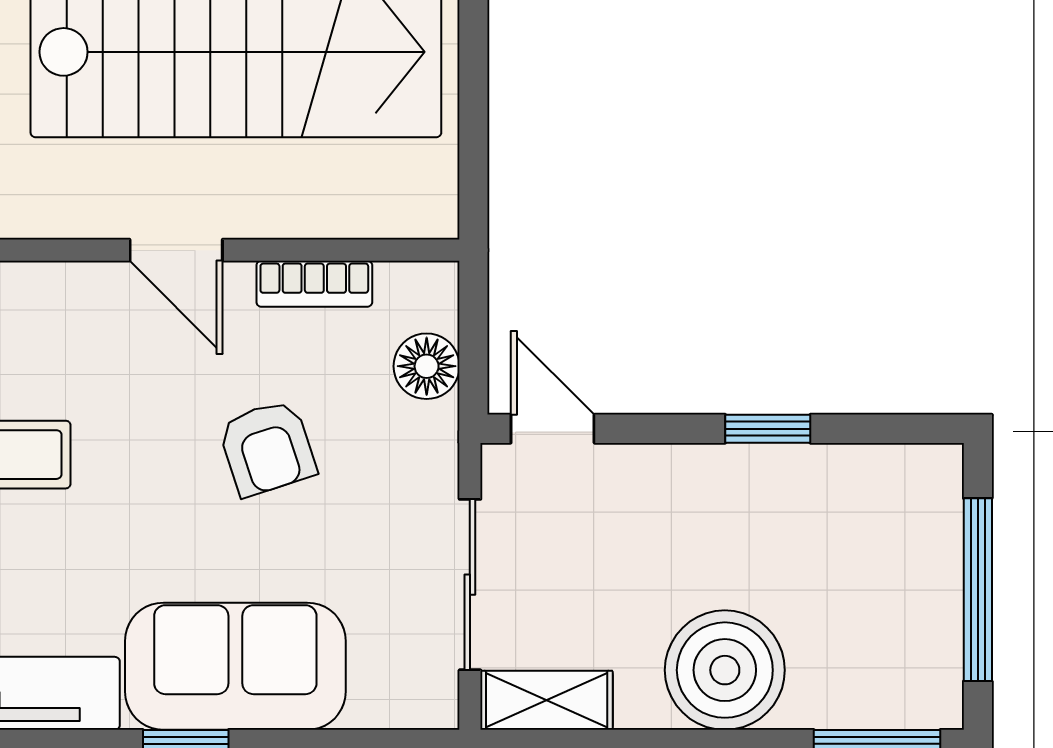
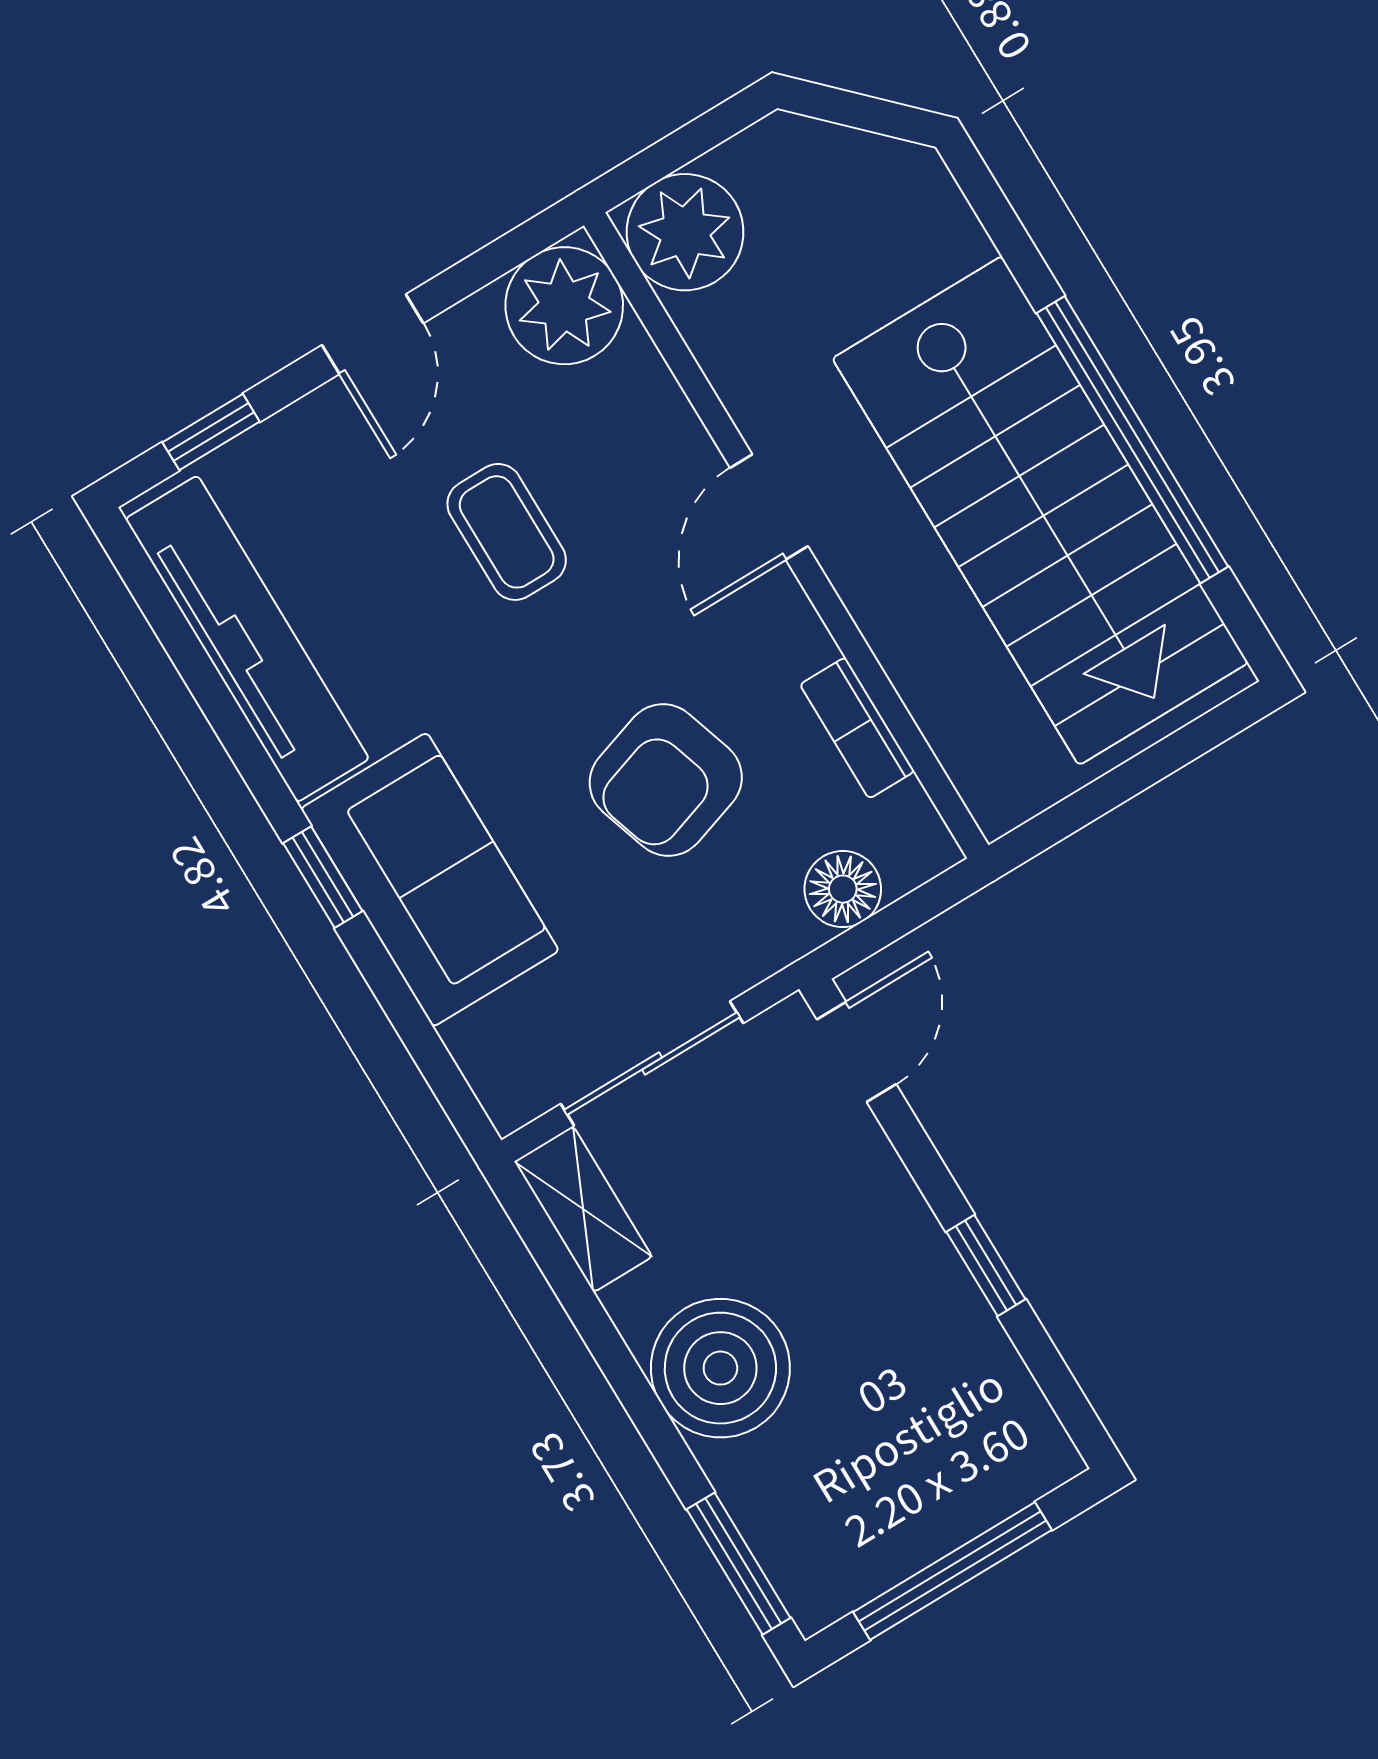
door: (176, 250) -> (769, 507), moved
armchair: (267, 448) -> (666, 780), width x1.38, depth x1.38

